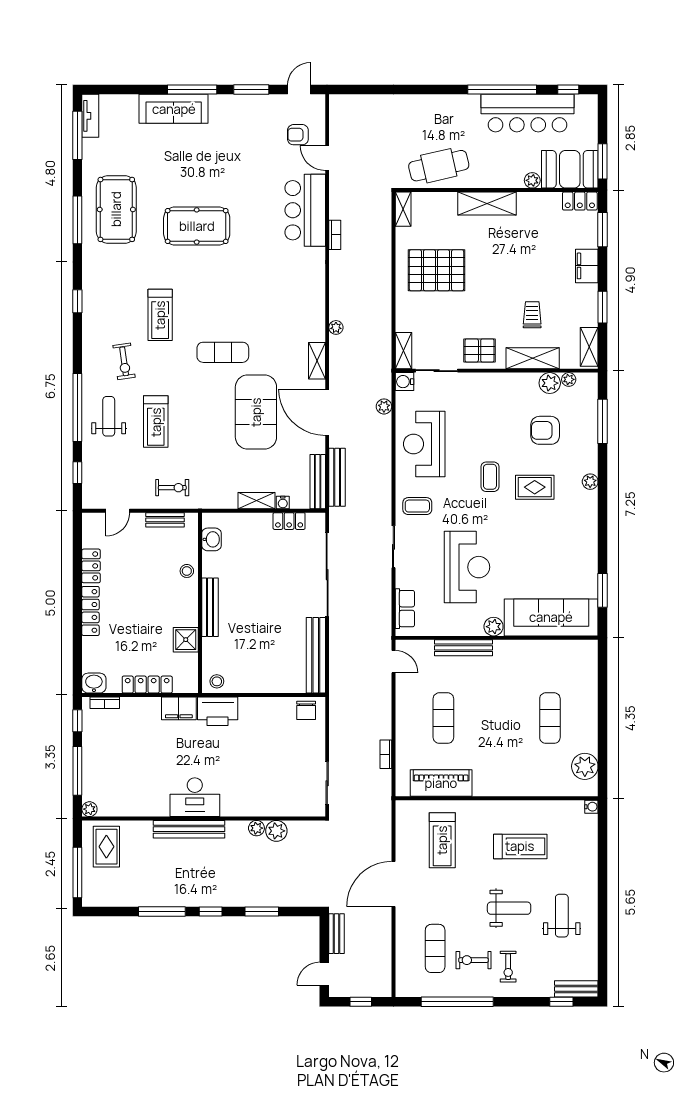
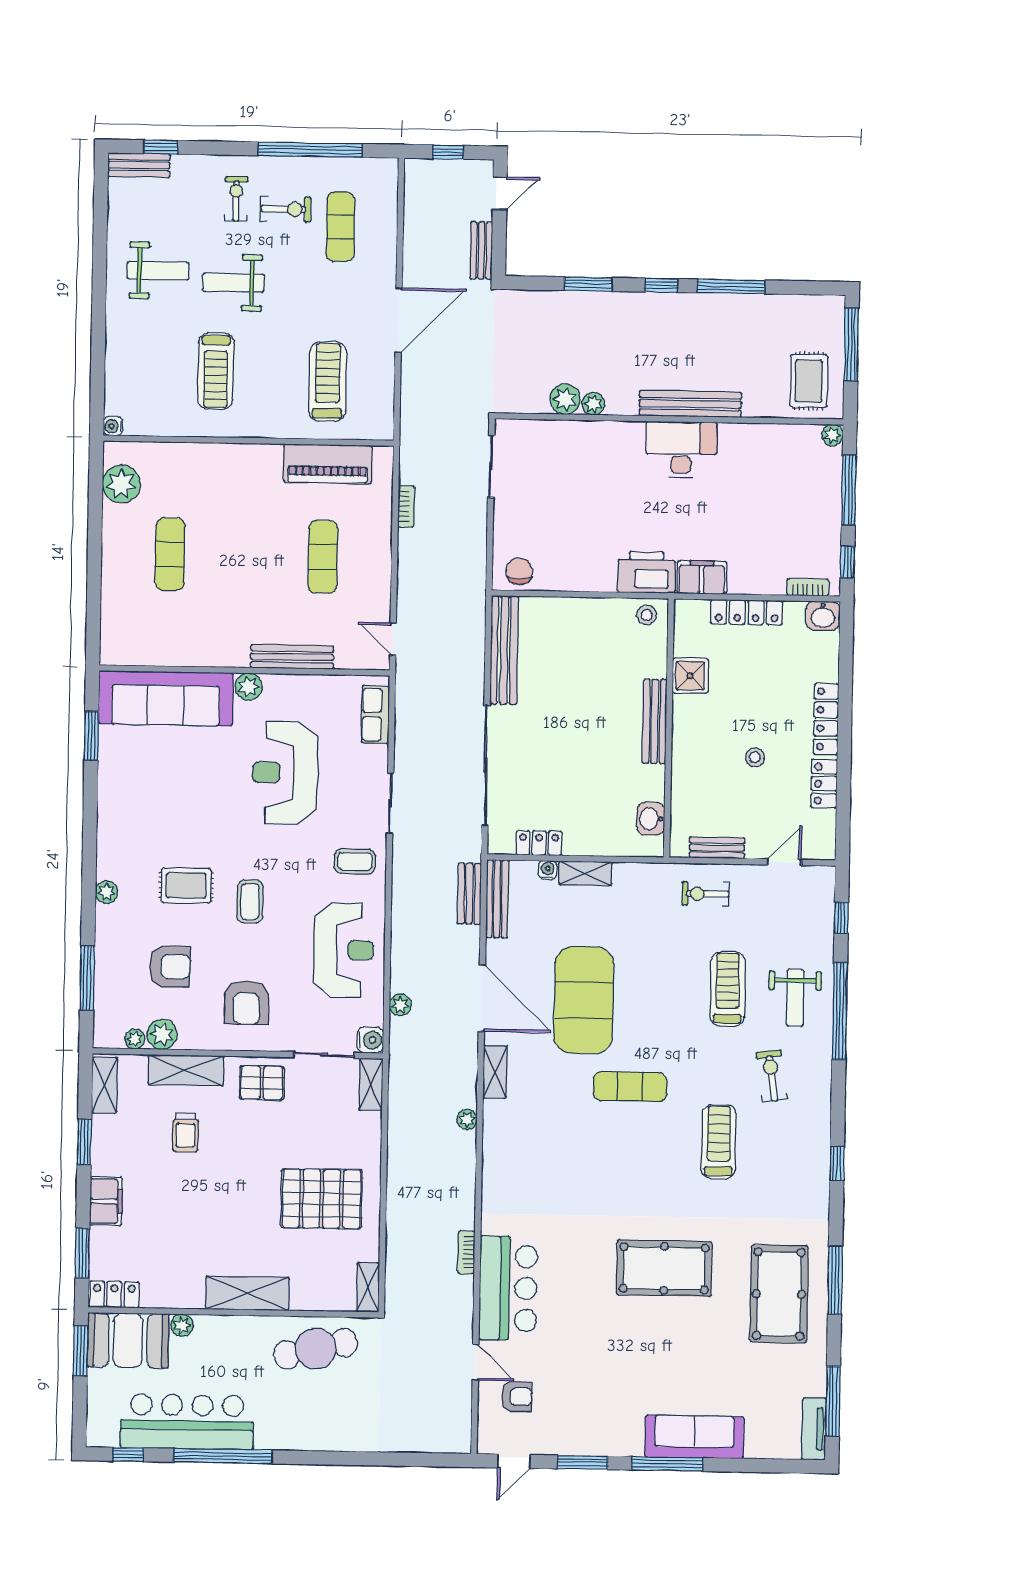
armchair: (491, 406) -> (246, 1003), added
bench: (337, 477) -> (469, 894), width x0.73
stool: (187, 571) -> (755, 757), moved
treadmill: (520, 846) -> (216, 371), turned -90
weight bench: (562, 916) -> (158, 271), turned -90

